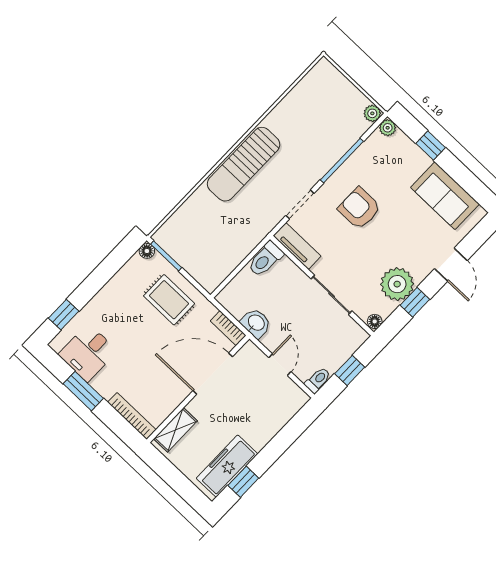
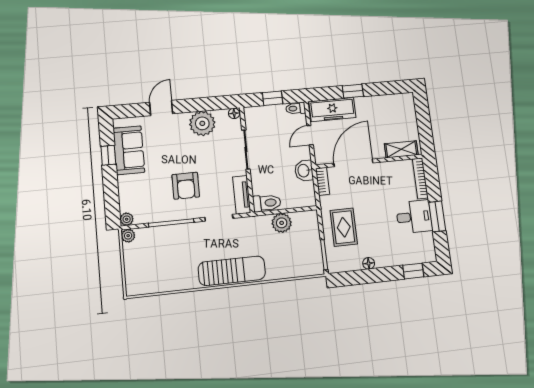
window: (431, 146) -> (108, 155), moved
floor lamp: (147, 251) -> (369, 263), moved
plant: (234, 252) -> (282, 223), added
window: (415, 302) -> (201, 104), removed
desk: (88, 353) -> (414, 217), moved
door: (213, 374) -> (353, 163), swing flipped
freezer: (227, 466) -> (332, 110), moved
window: (243, 482) -> (353, 91), moved

